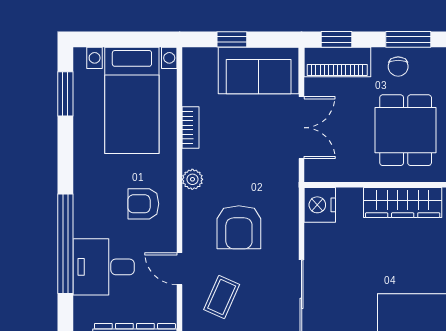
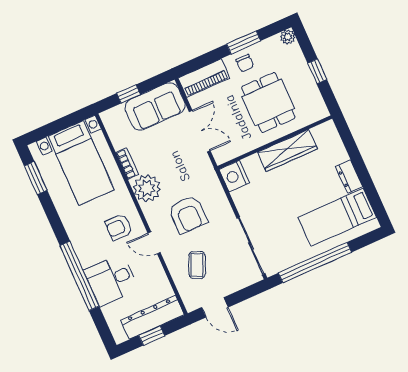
window: (336, 39) -> (197, 63), removed
plant: (192, 179) -> (147, 188), width x1.88, depth x1.88
door: (180, 269) -> (154, 243), moved

